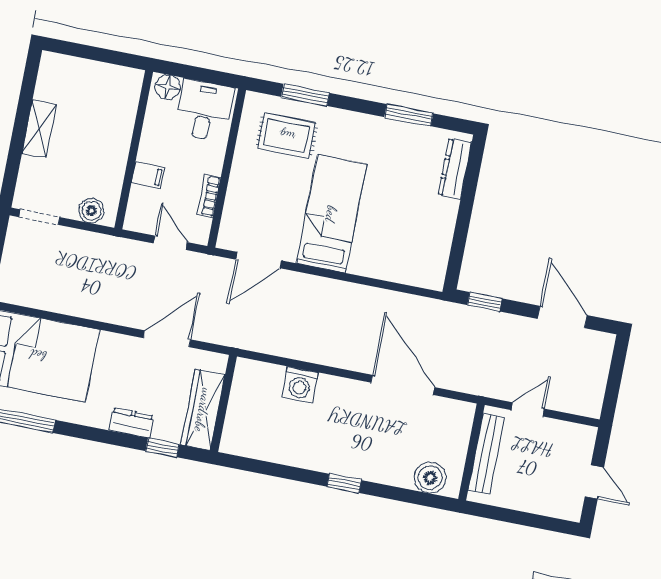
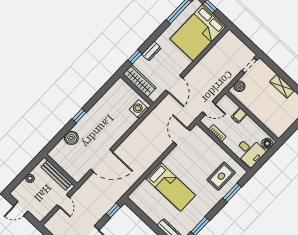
bed: (331, 214) -> (170, 187), moved
washing machine: (300, 385) -> (139, 109), moved
boiler: (430, 478) -> (71, 138), moved
plant: (525, 501) -> (30, 178), added

